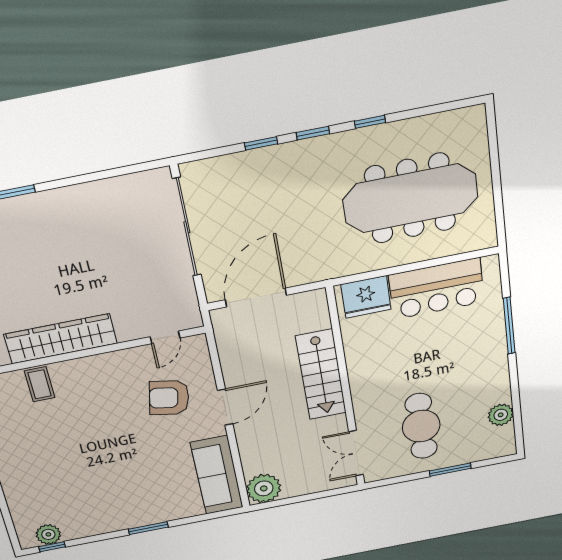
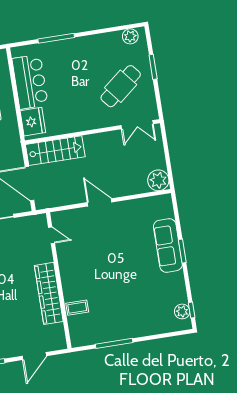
stairs: (321, 375) -> (55, 151), moved
armchair: (169, 398) -> (91, 235), removed
plant: (501, 415) -> (130, 36), moved
cafe table: (421, 426) -> (121, 86), turned -39
sofa: (217, 475) -> (168, 245), moved, turned 90

